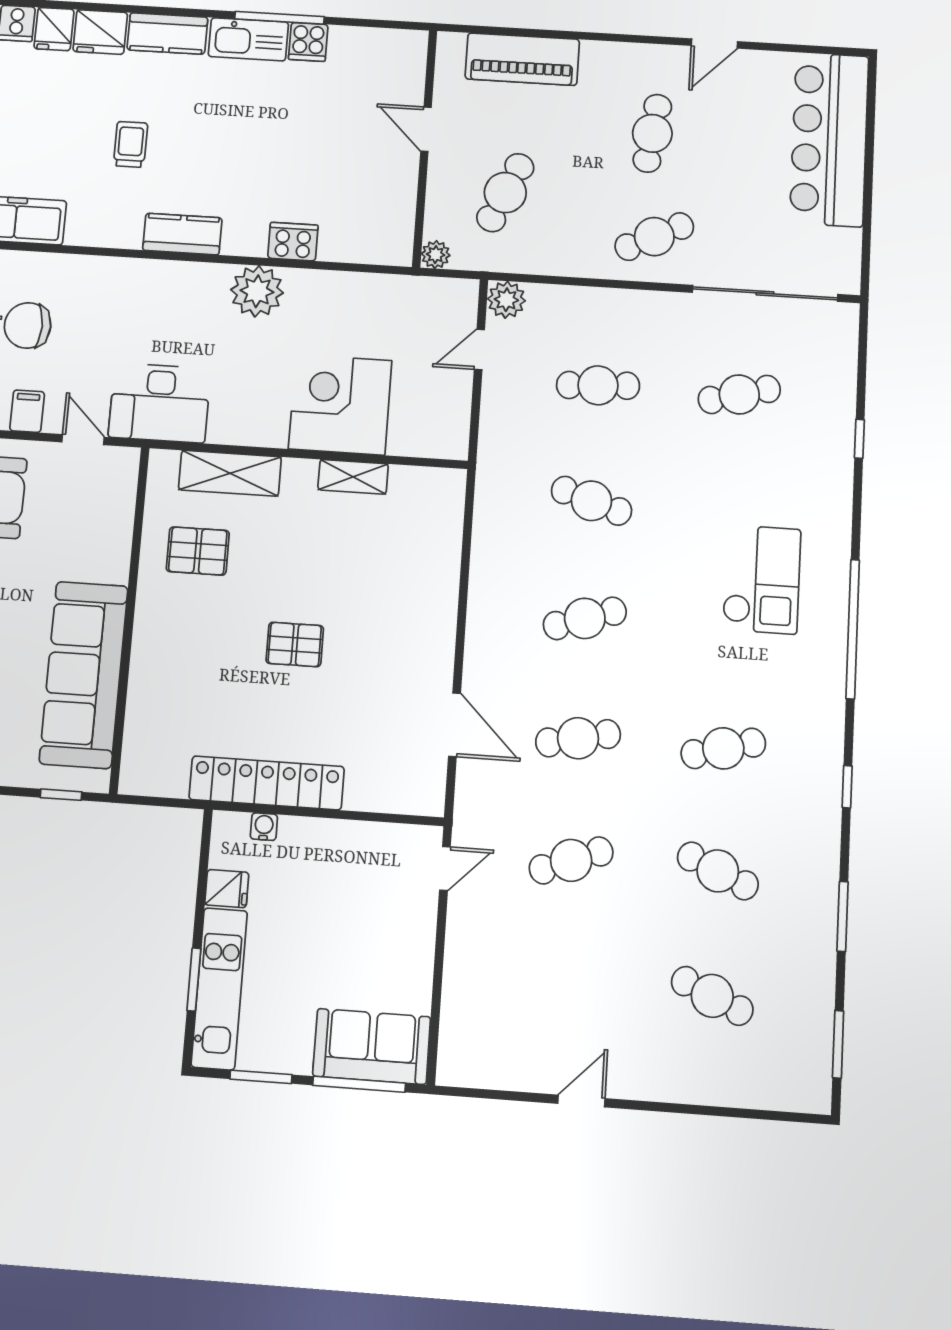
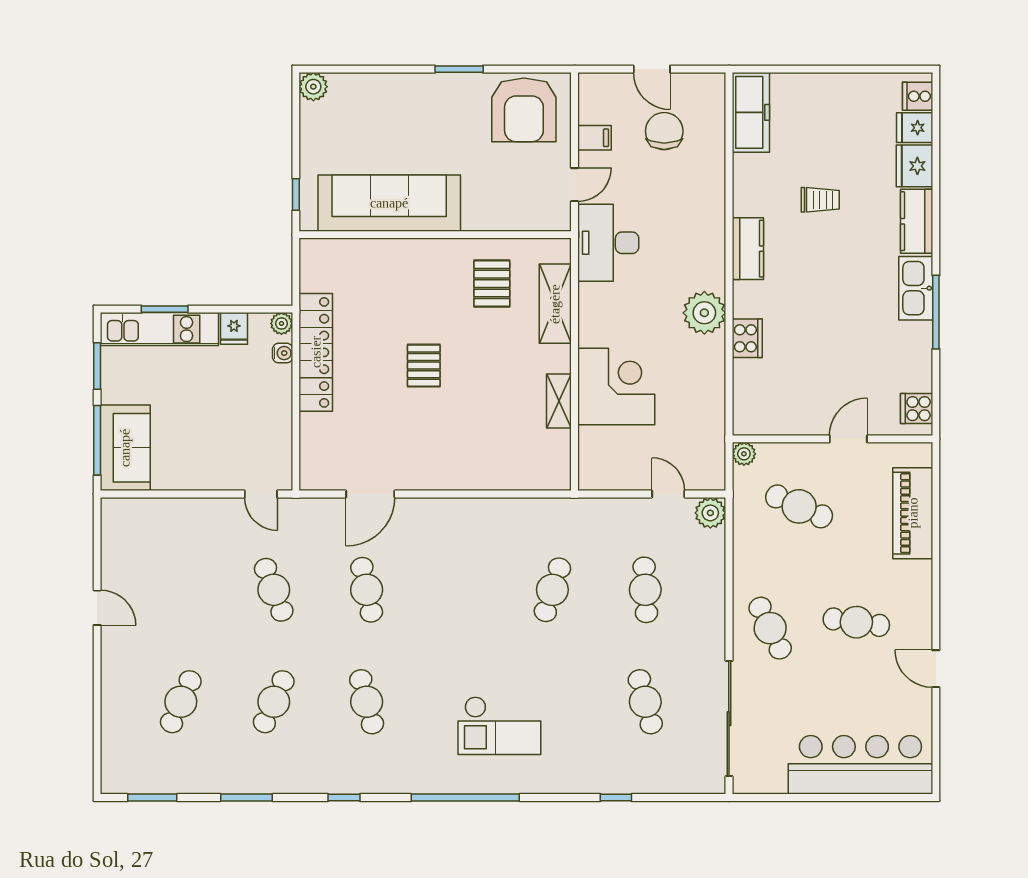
cooker: (308, 42) -> (917, 409), moved
cafe table: (585, 618) -> (460, 590), removed
plant: (226, 825) -> (282, 323), added

